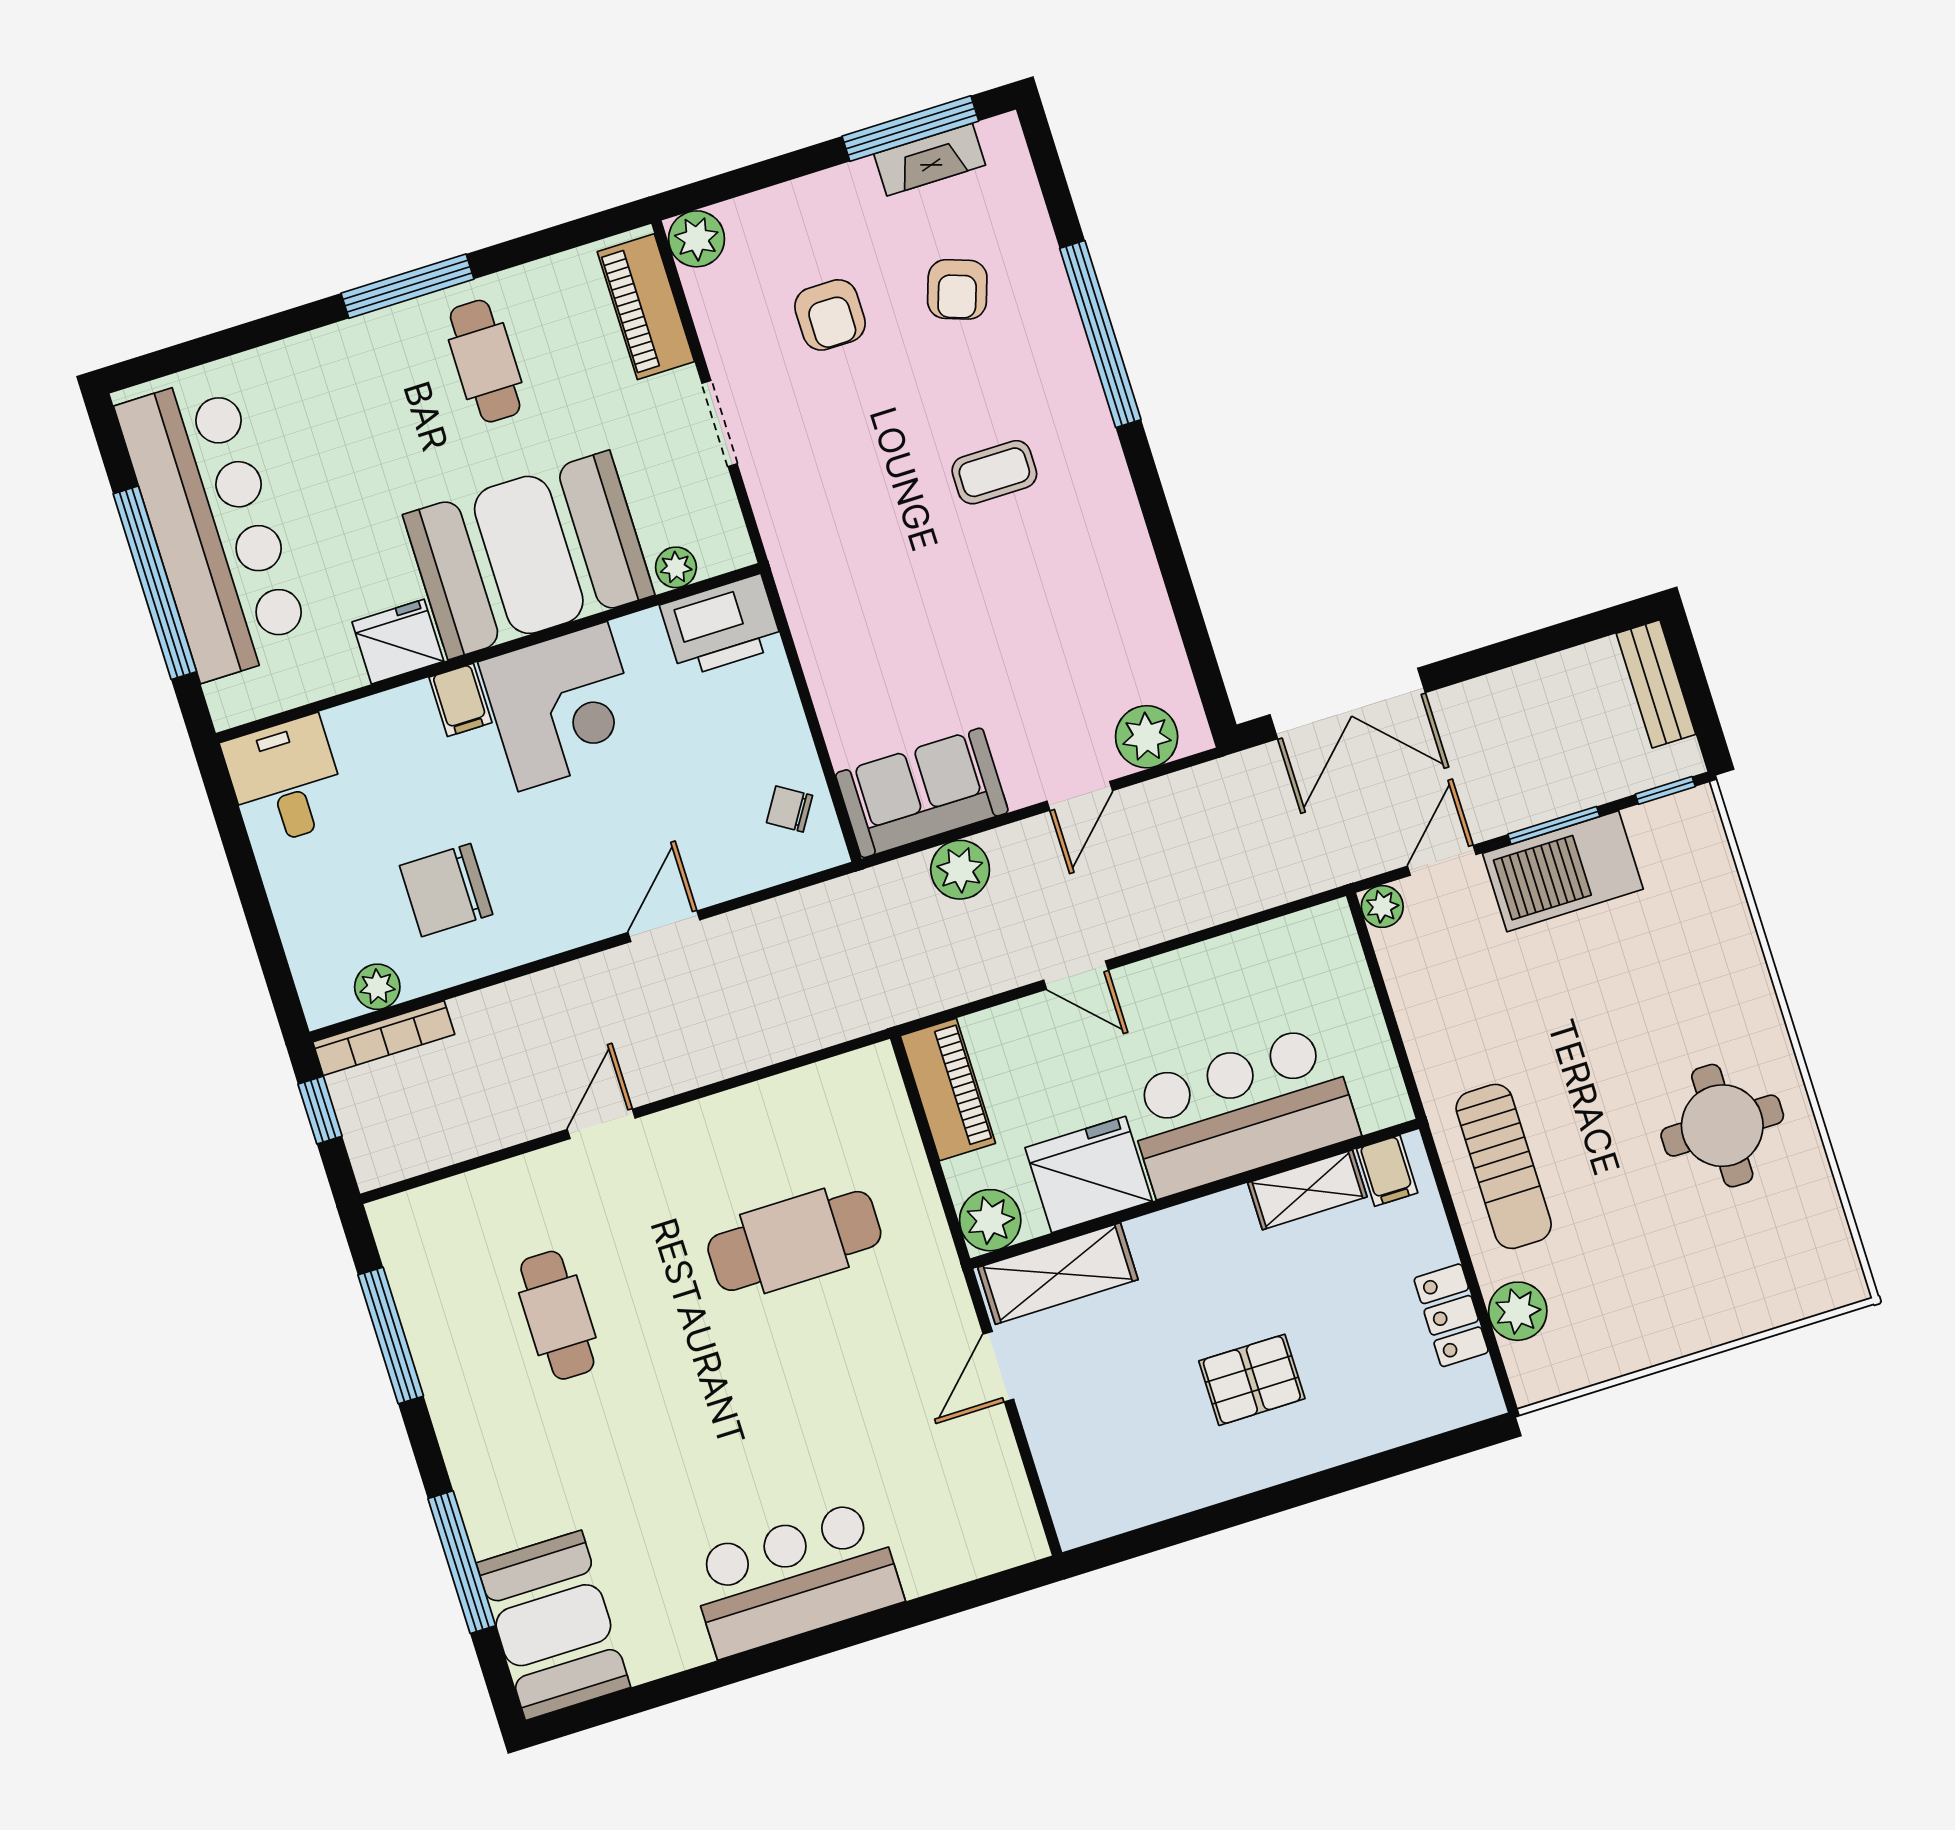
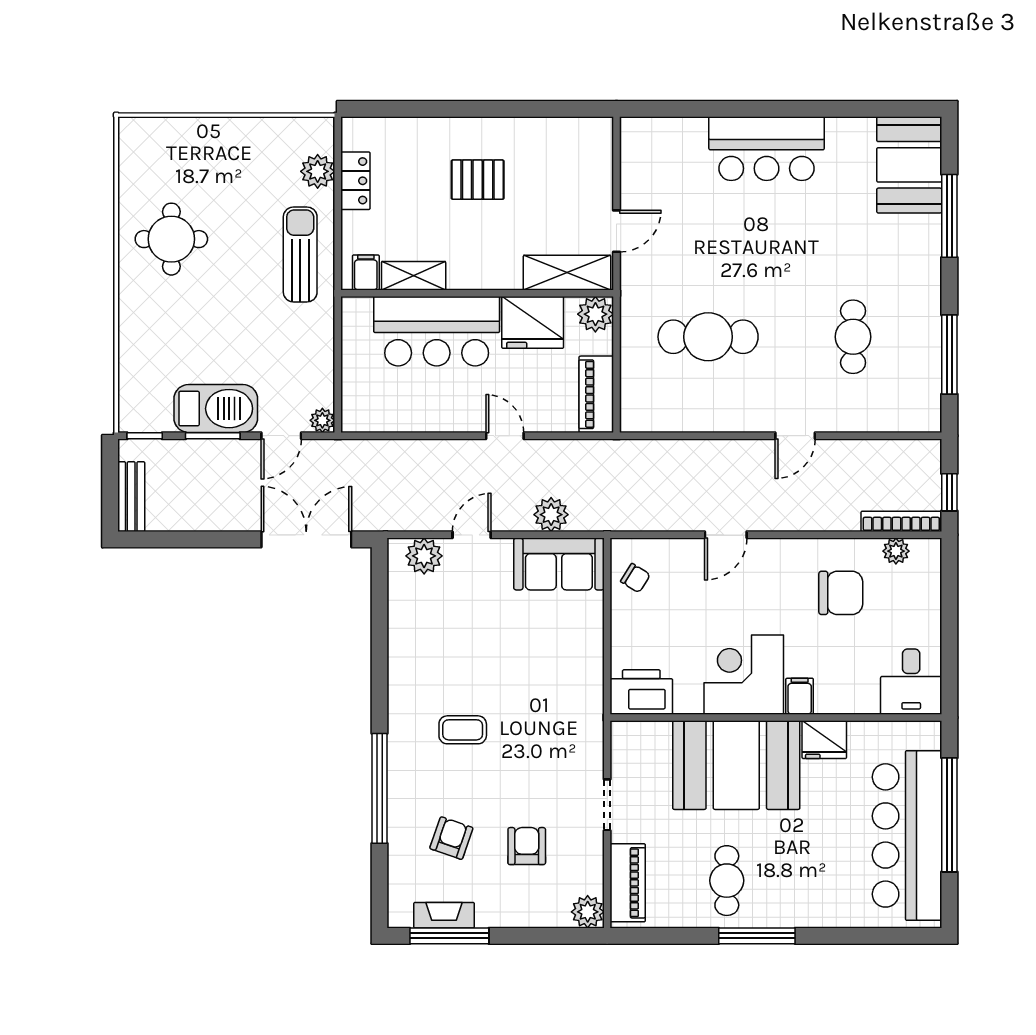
plant: (676, 567) -> (656, 732), removed

